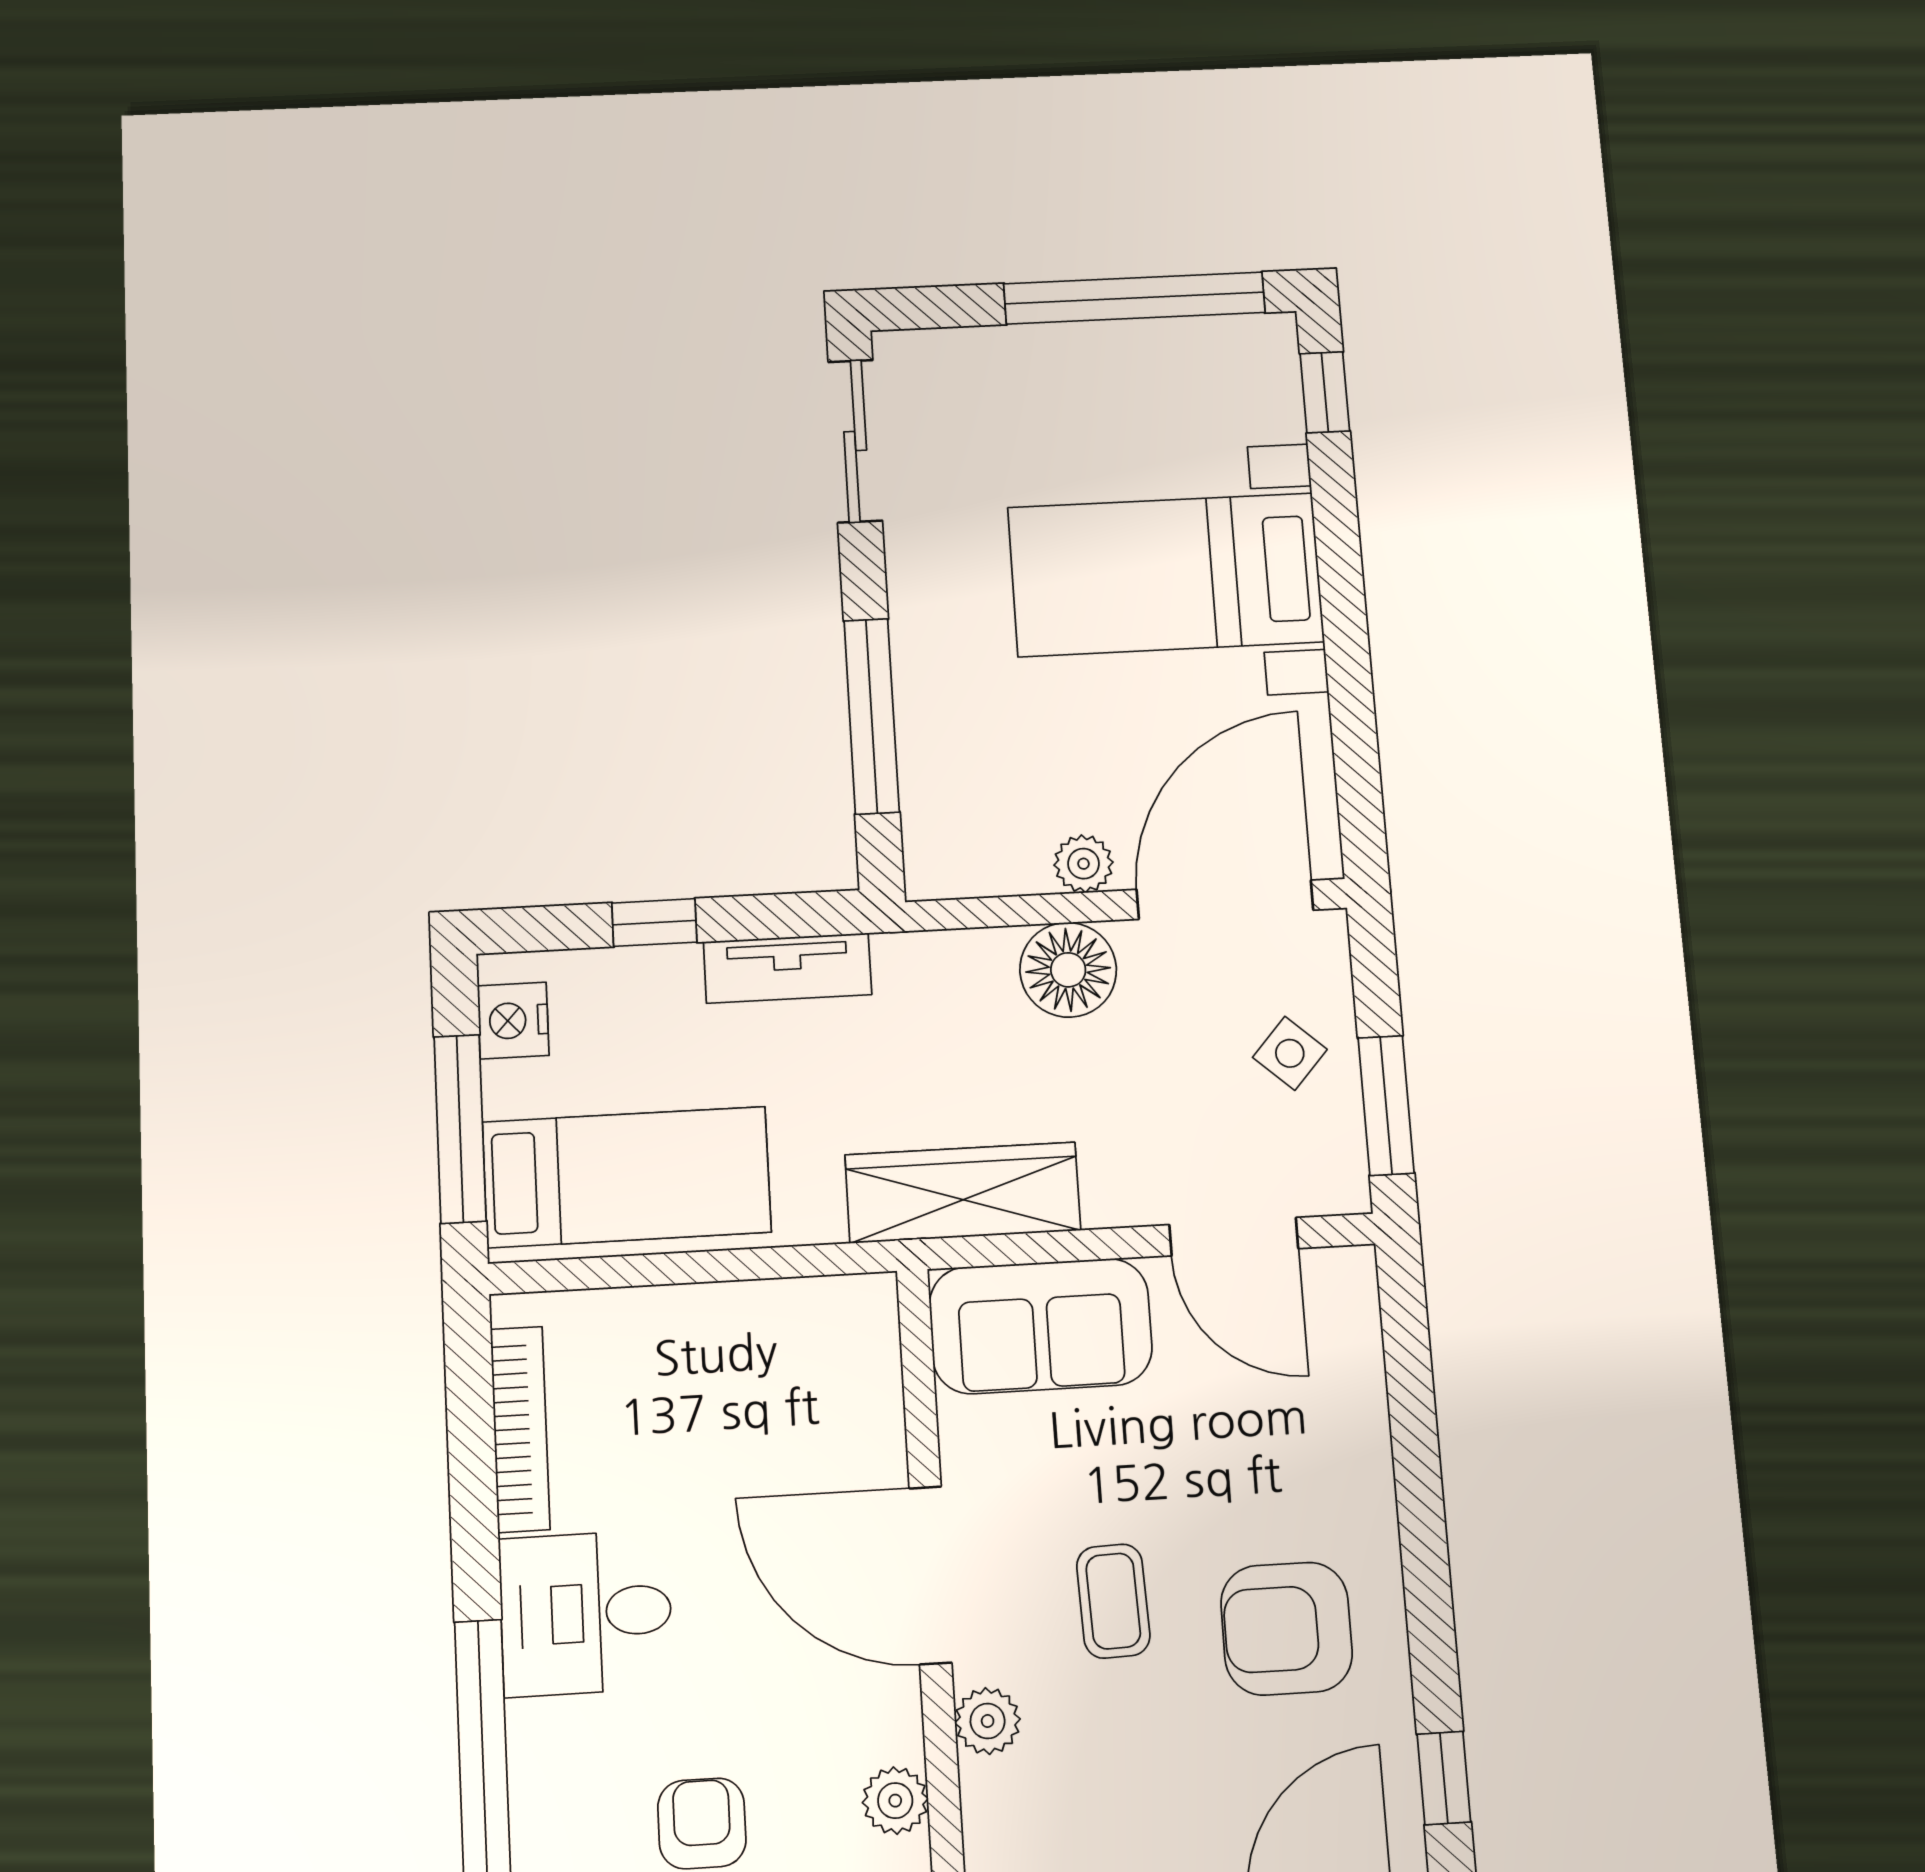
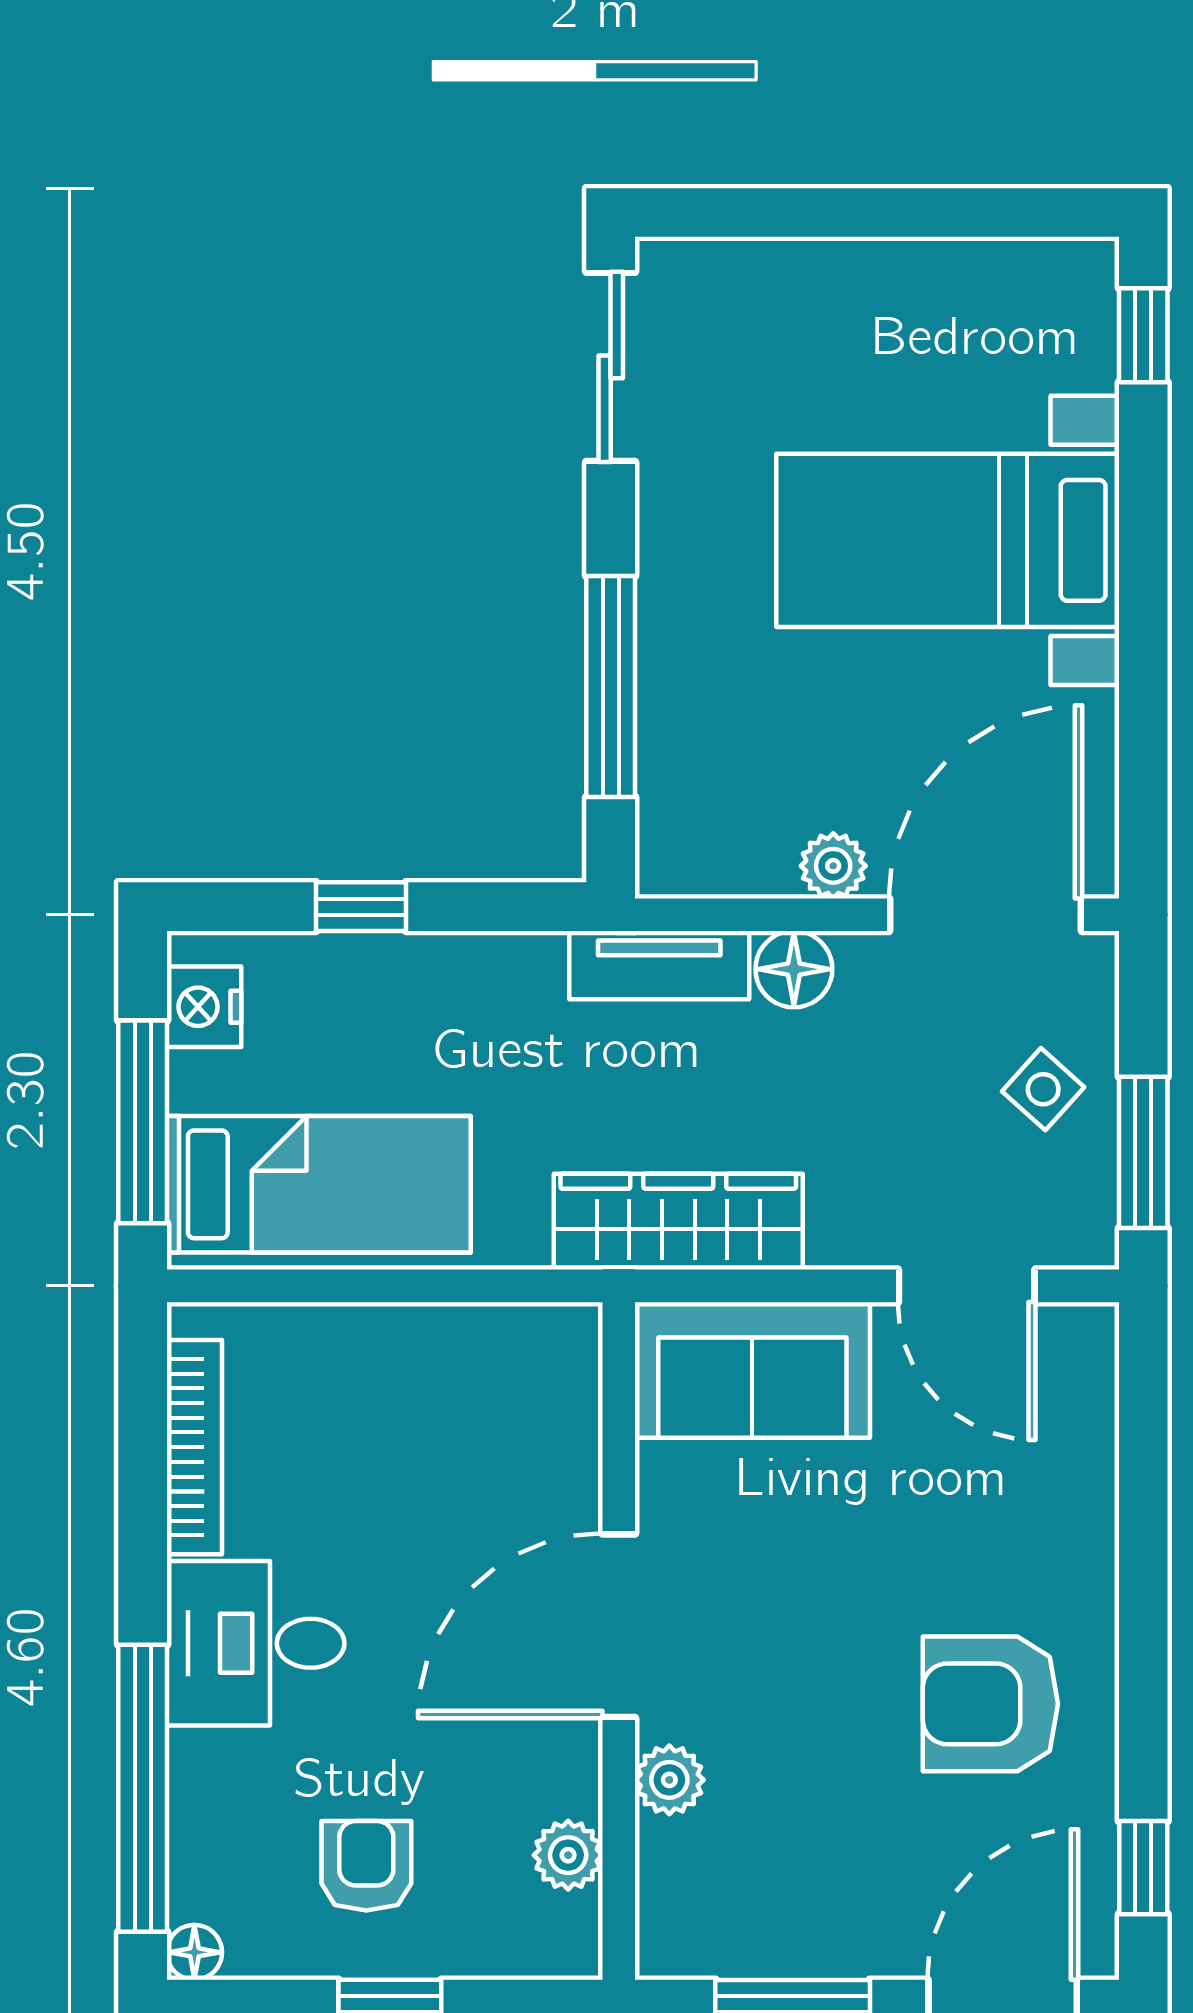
window: (1134, 298) -> (936, 213), removed
tv unit: (788, 968) -> (659, 965), moved
floor lamp: (1068, 970) -> (794, 969), width x0.73, depth x0.73
door: (930, 1575) -> (619, 1626), hinge flipped
coffee table: (1113, 1601) -> (810, 1664), removed

